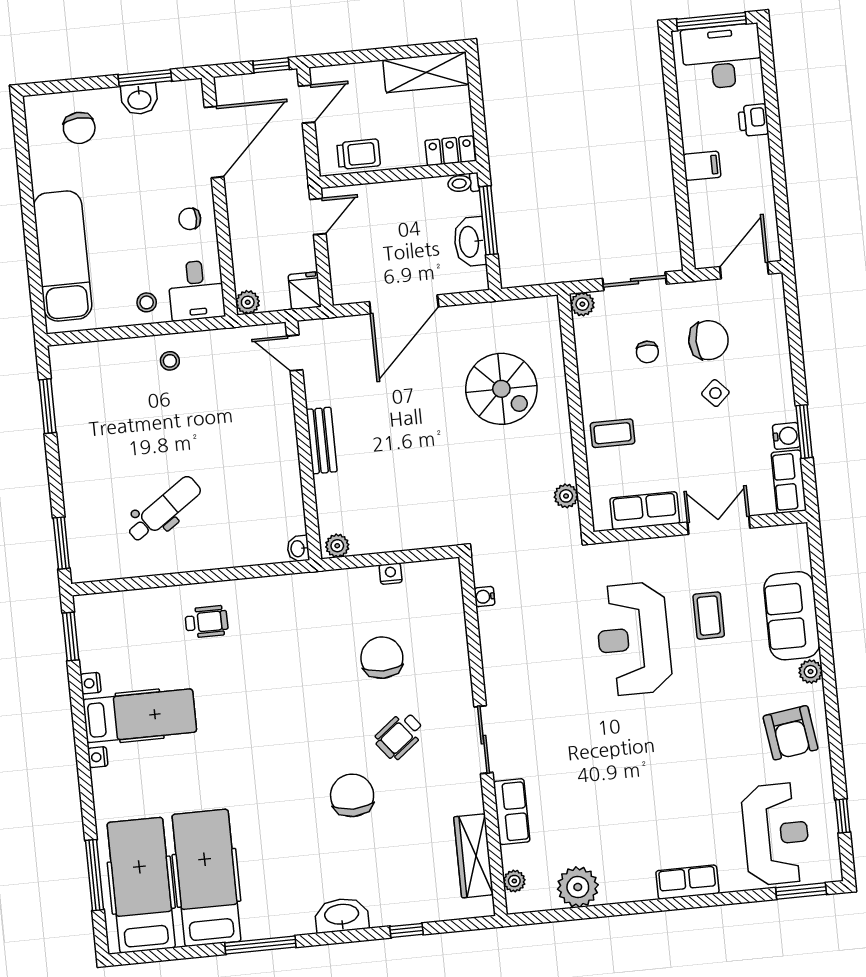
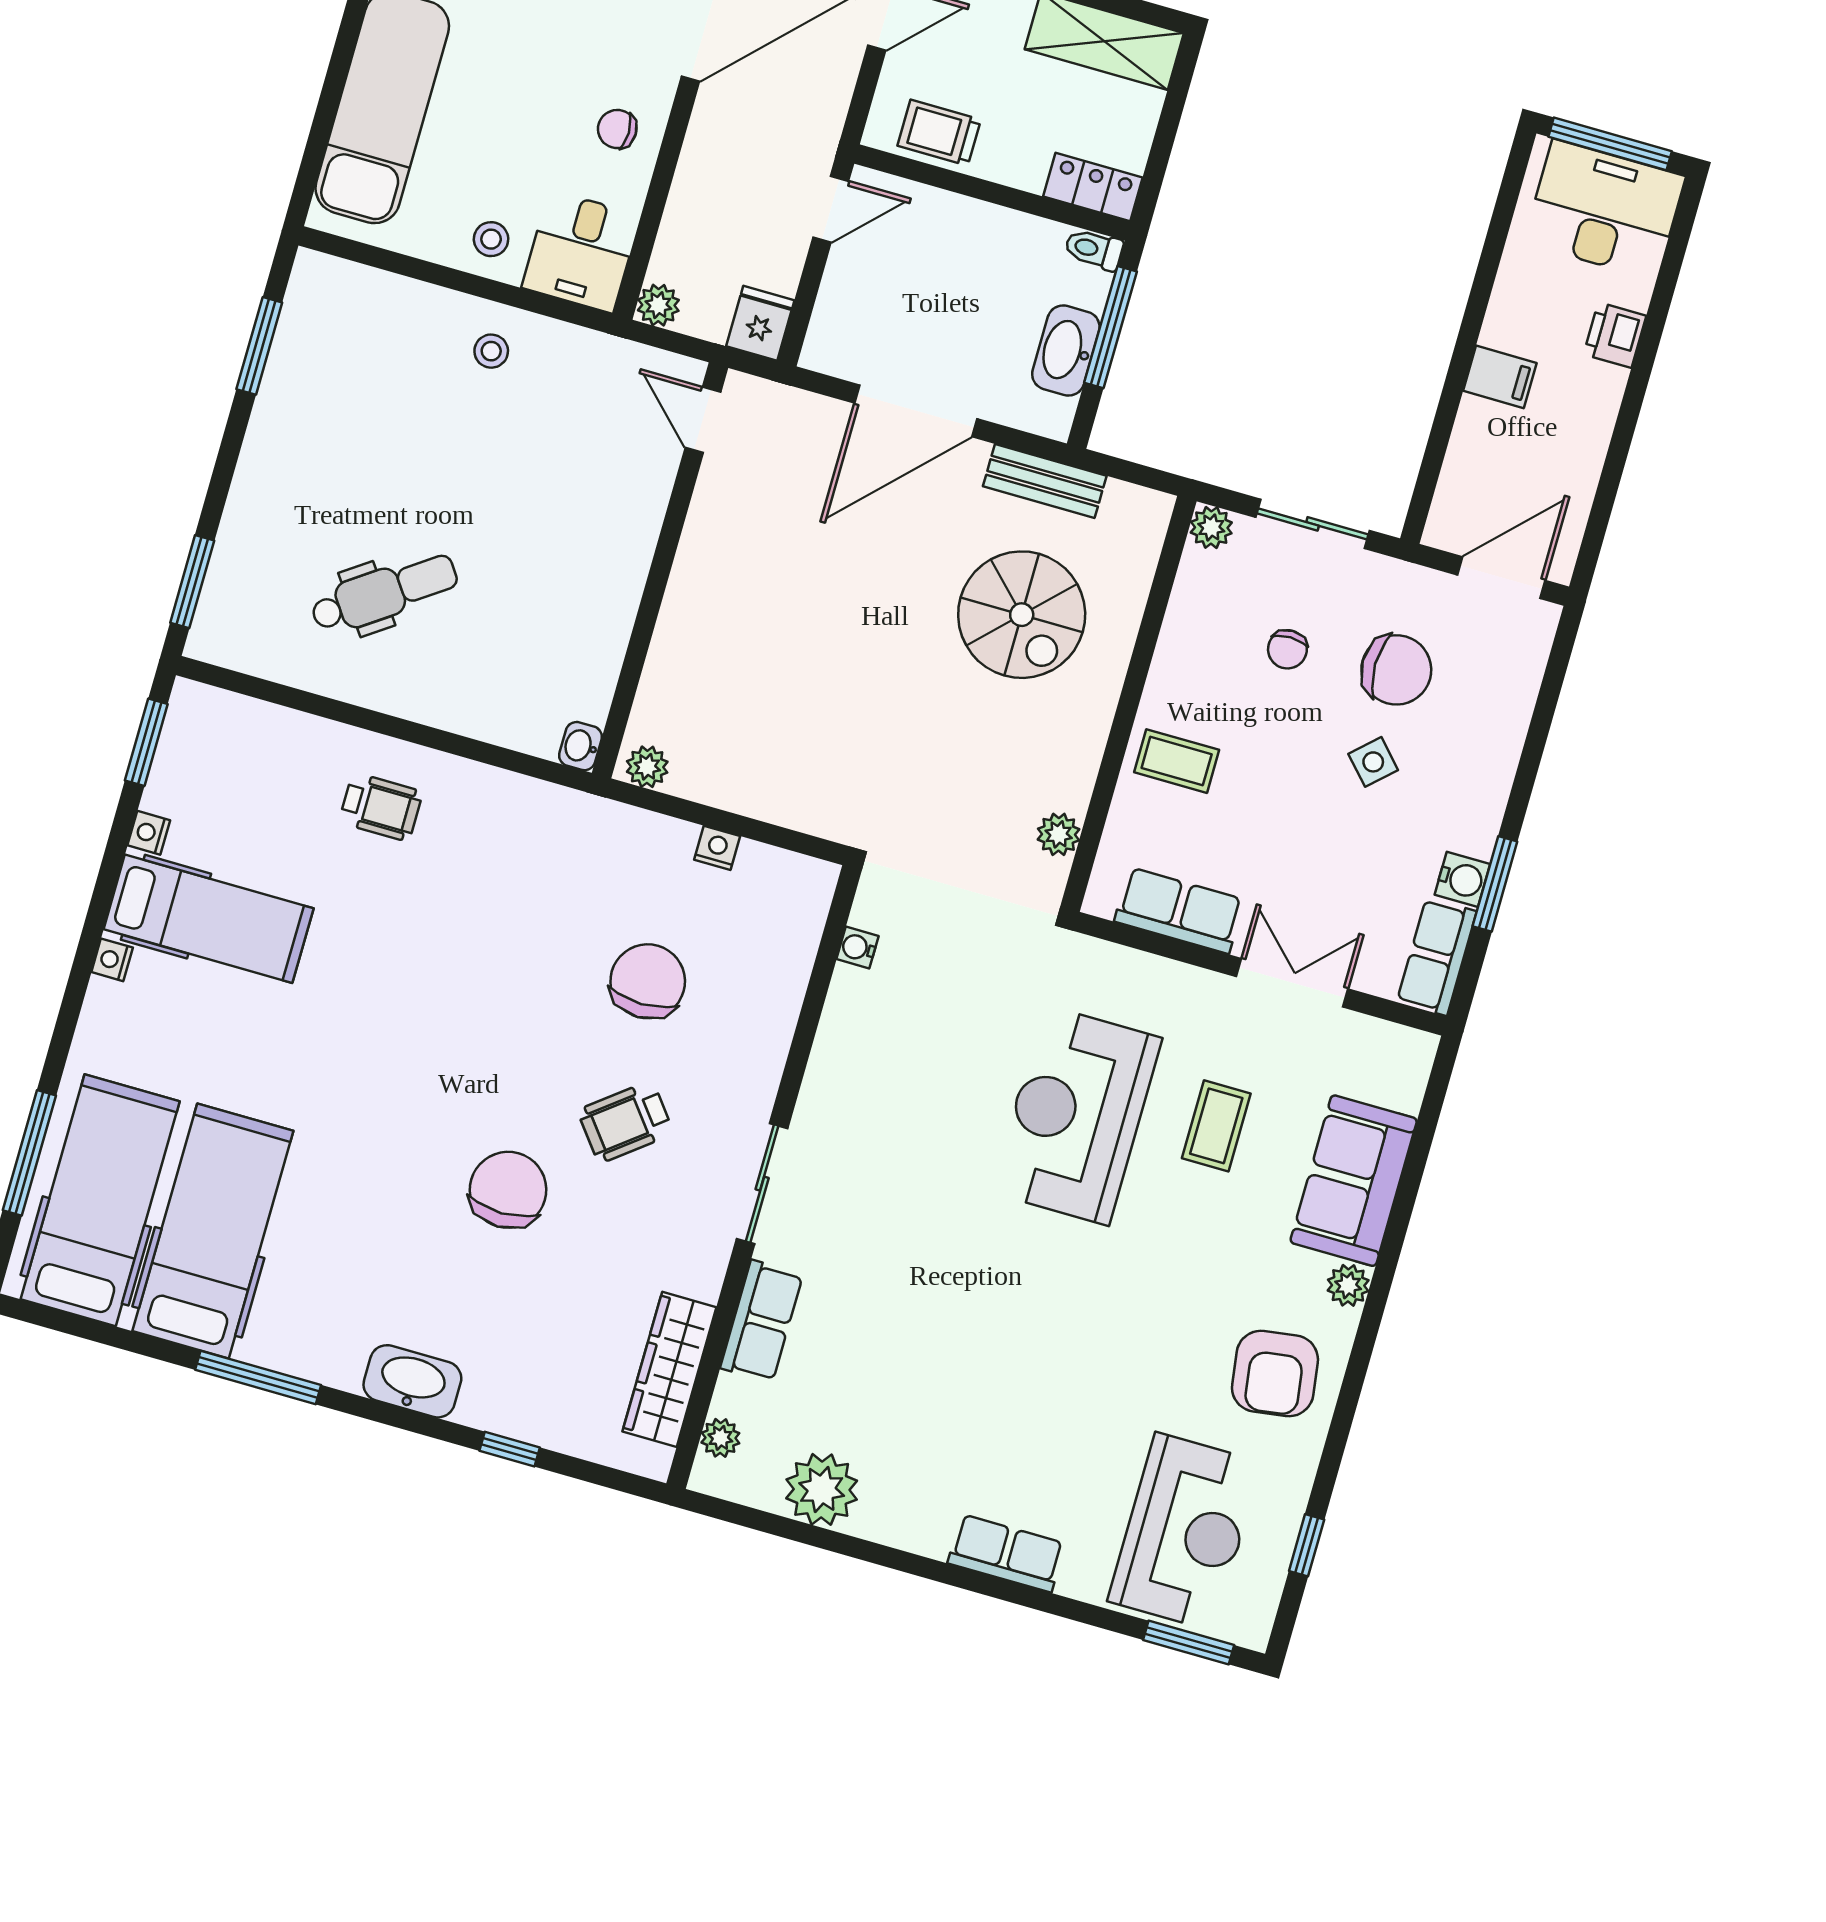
trolley: (359, 154) -> (939, 133), turned 180
bench: (322, 441) -> (1045, 481), moved, turned 90

